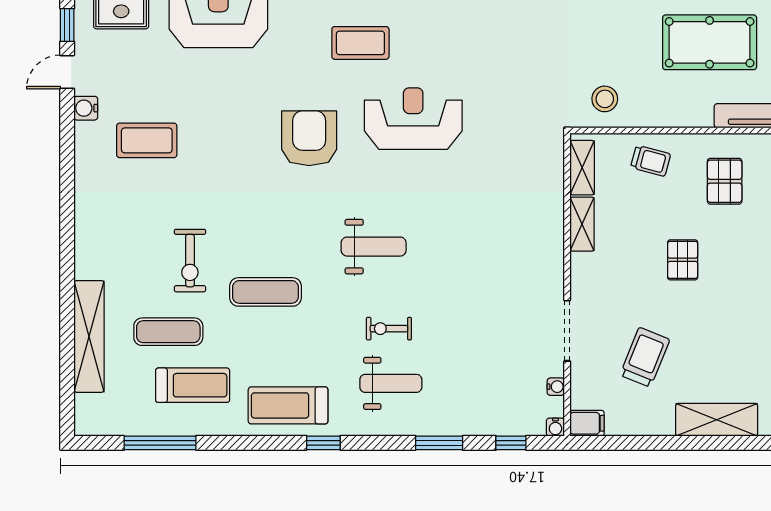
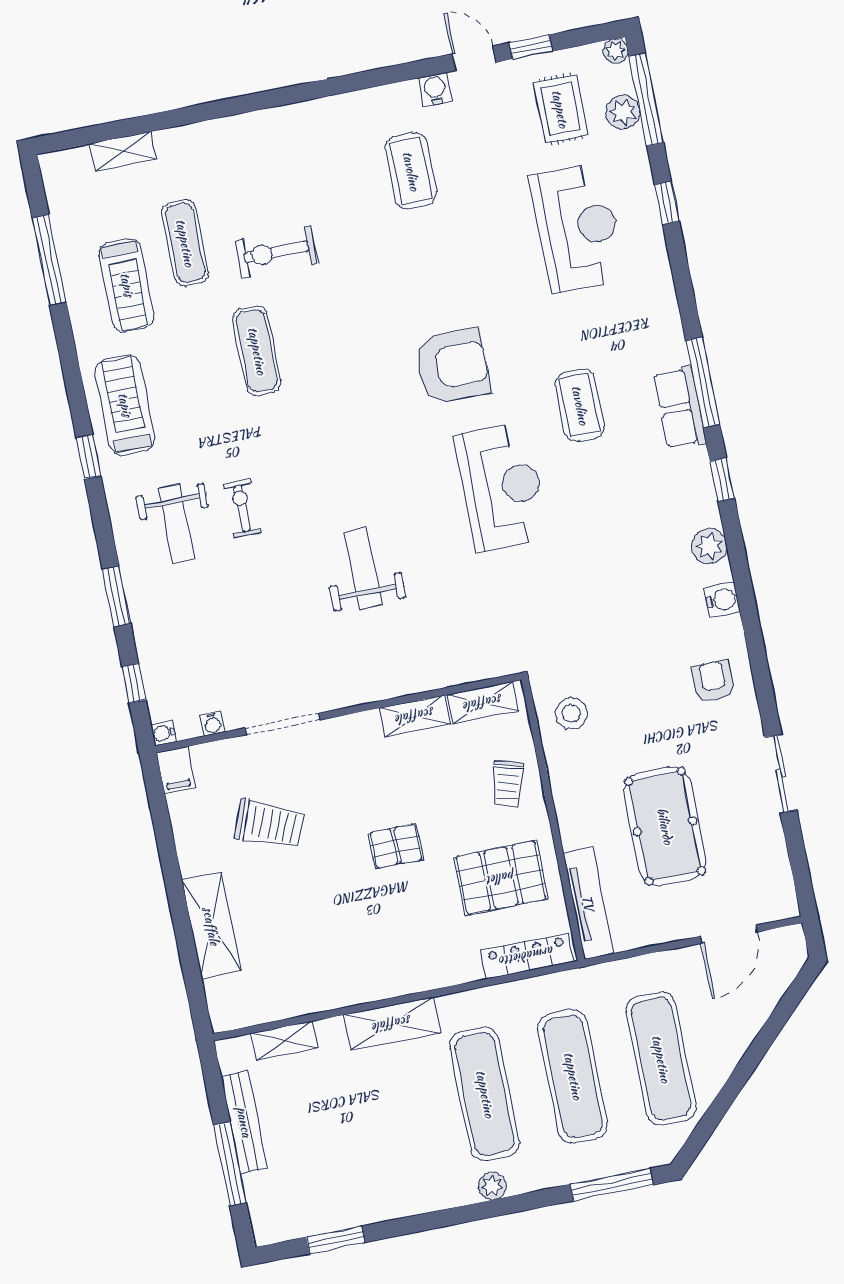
pallet: (725, 181) -> (501, 878), width x1.50, depth x1.42
weight bench: (374, 247) -> (363, 568), moved, turned 180
shelving: (89, 336) -> (123, 151), width x0.45, depth x0.75

